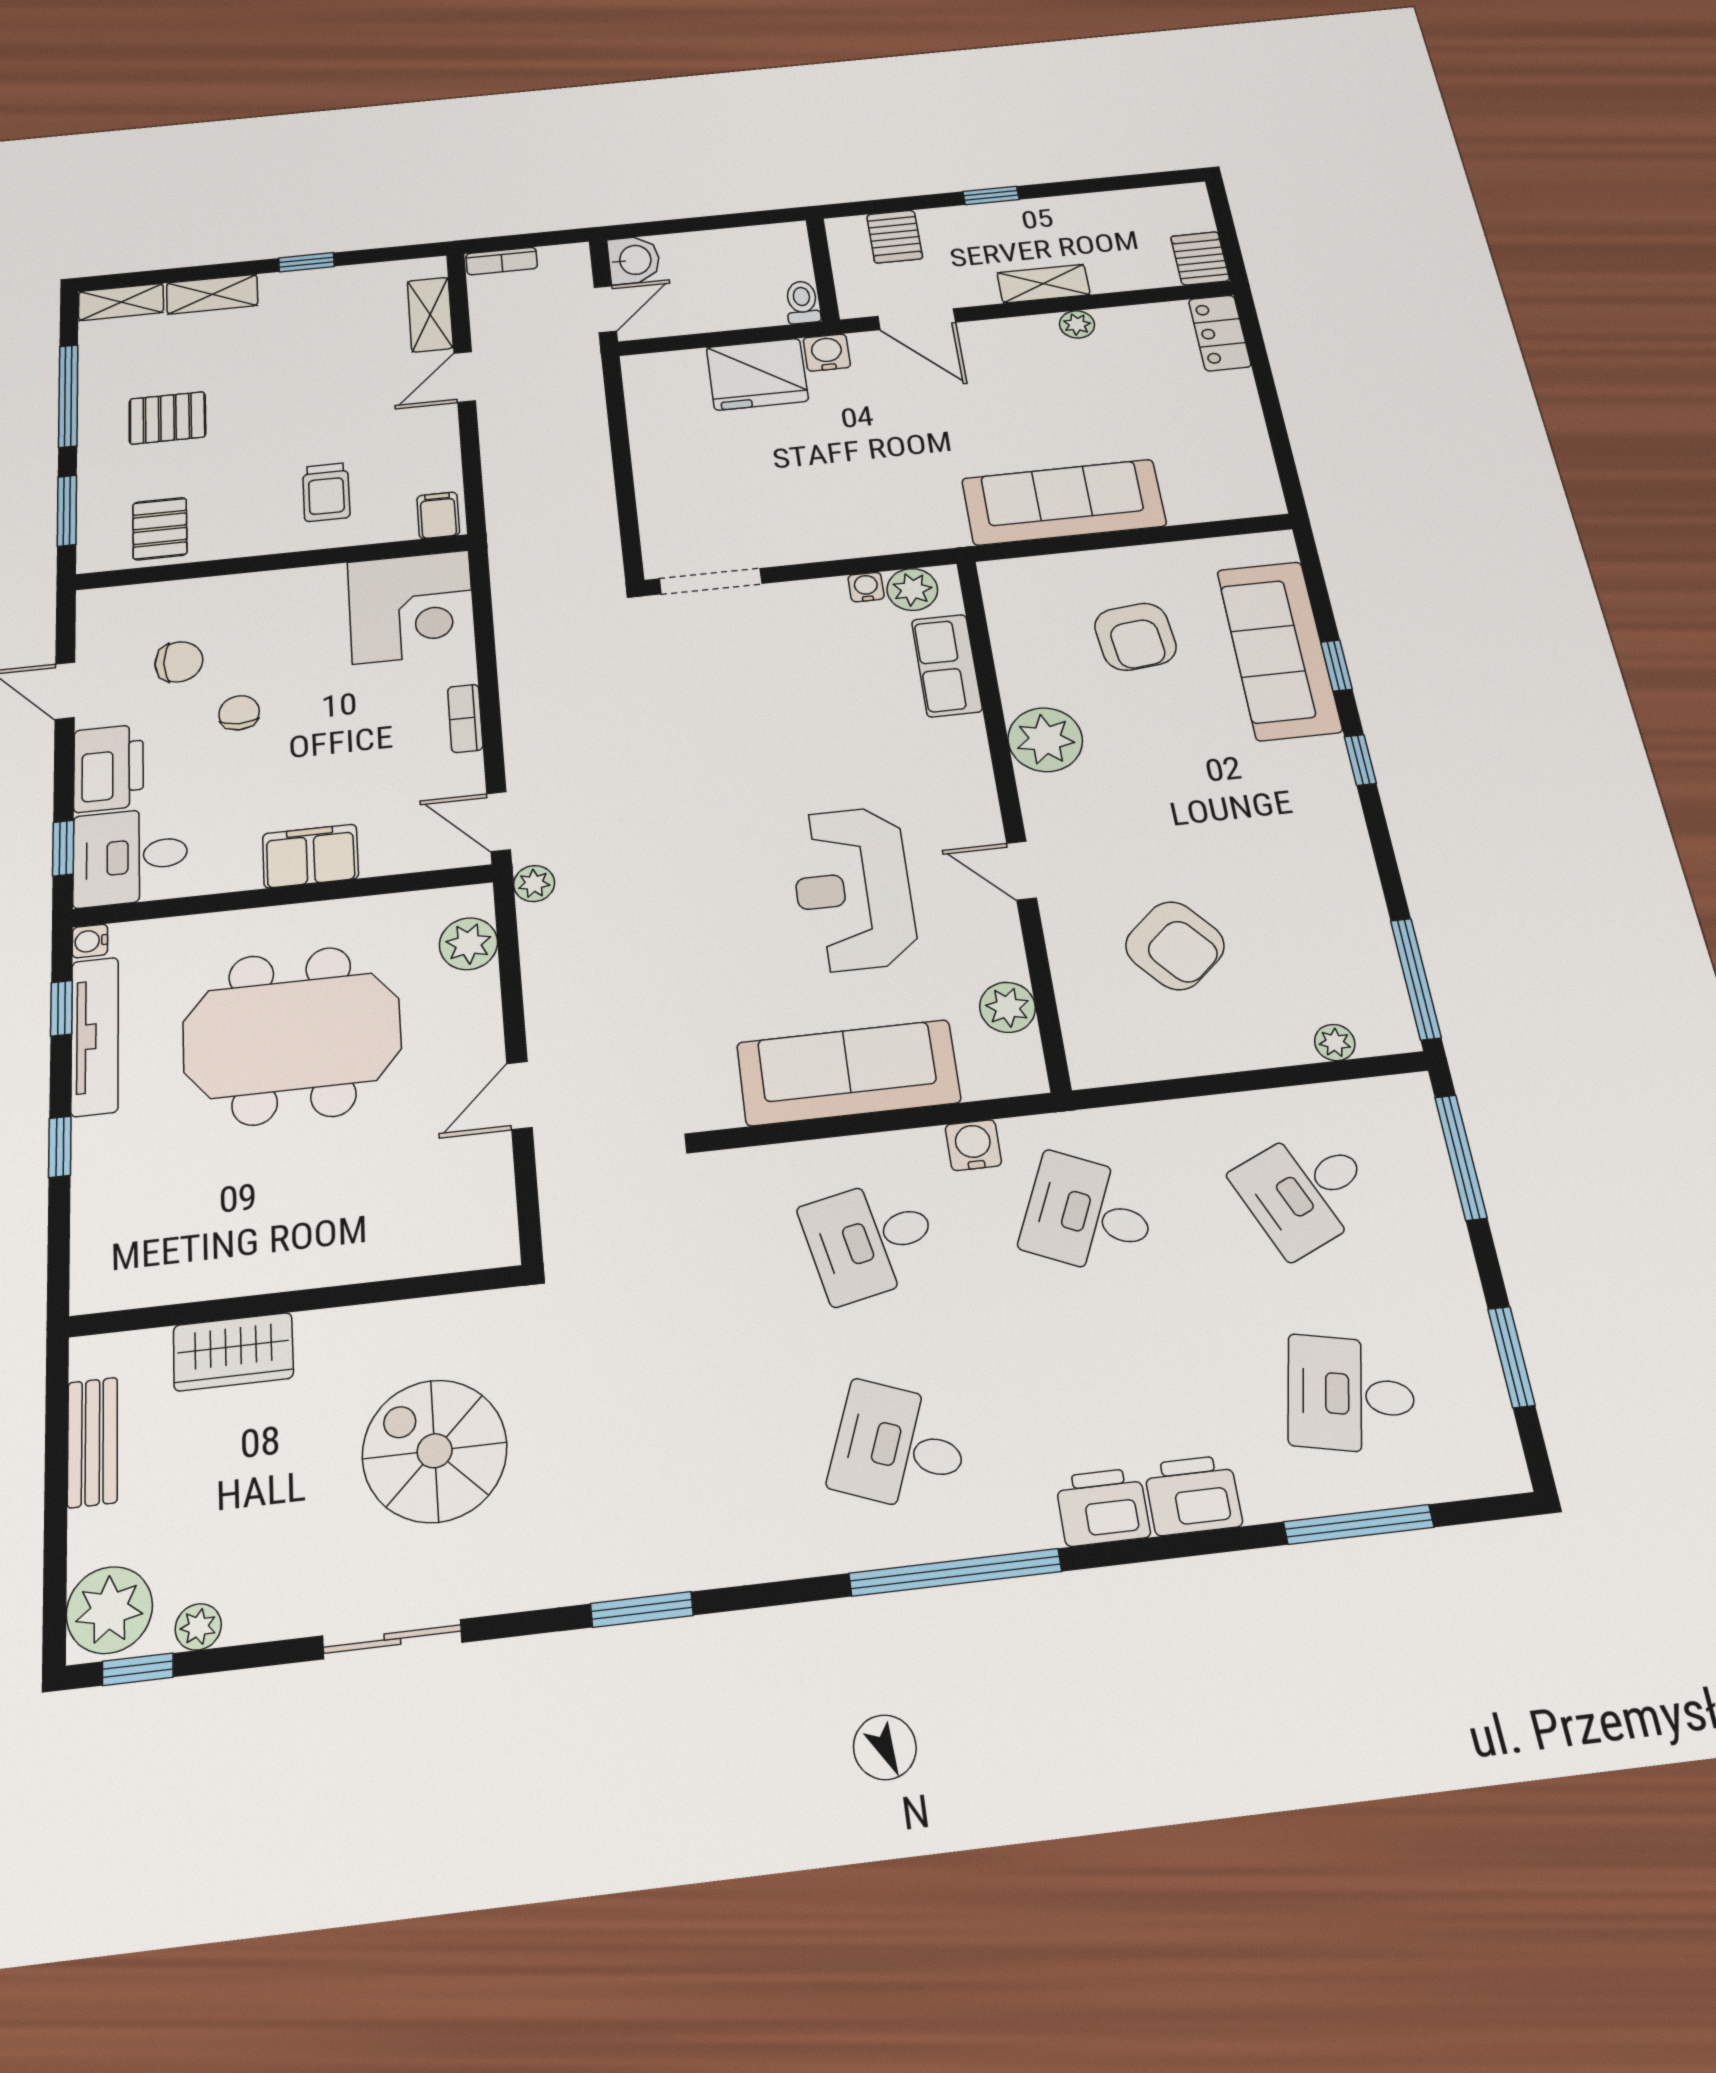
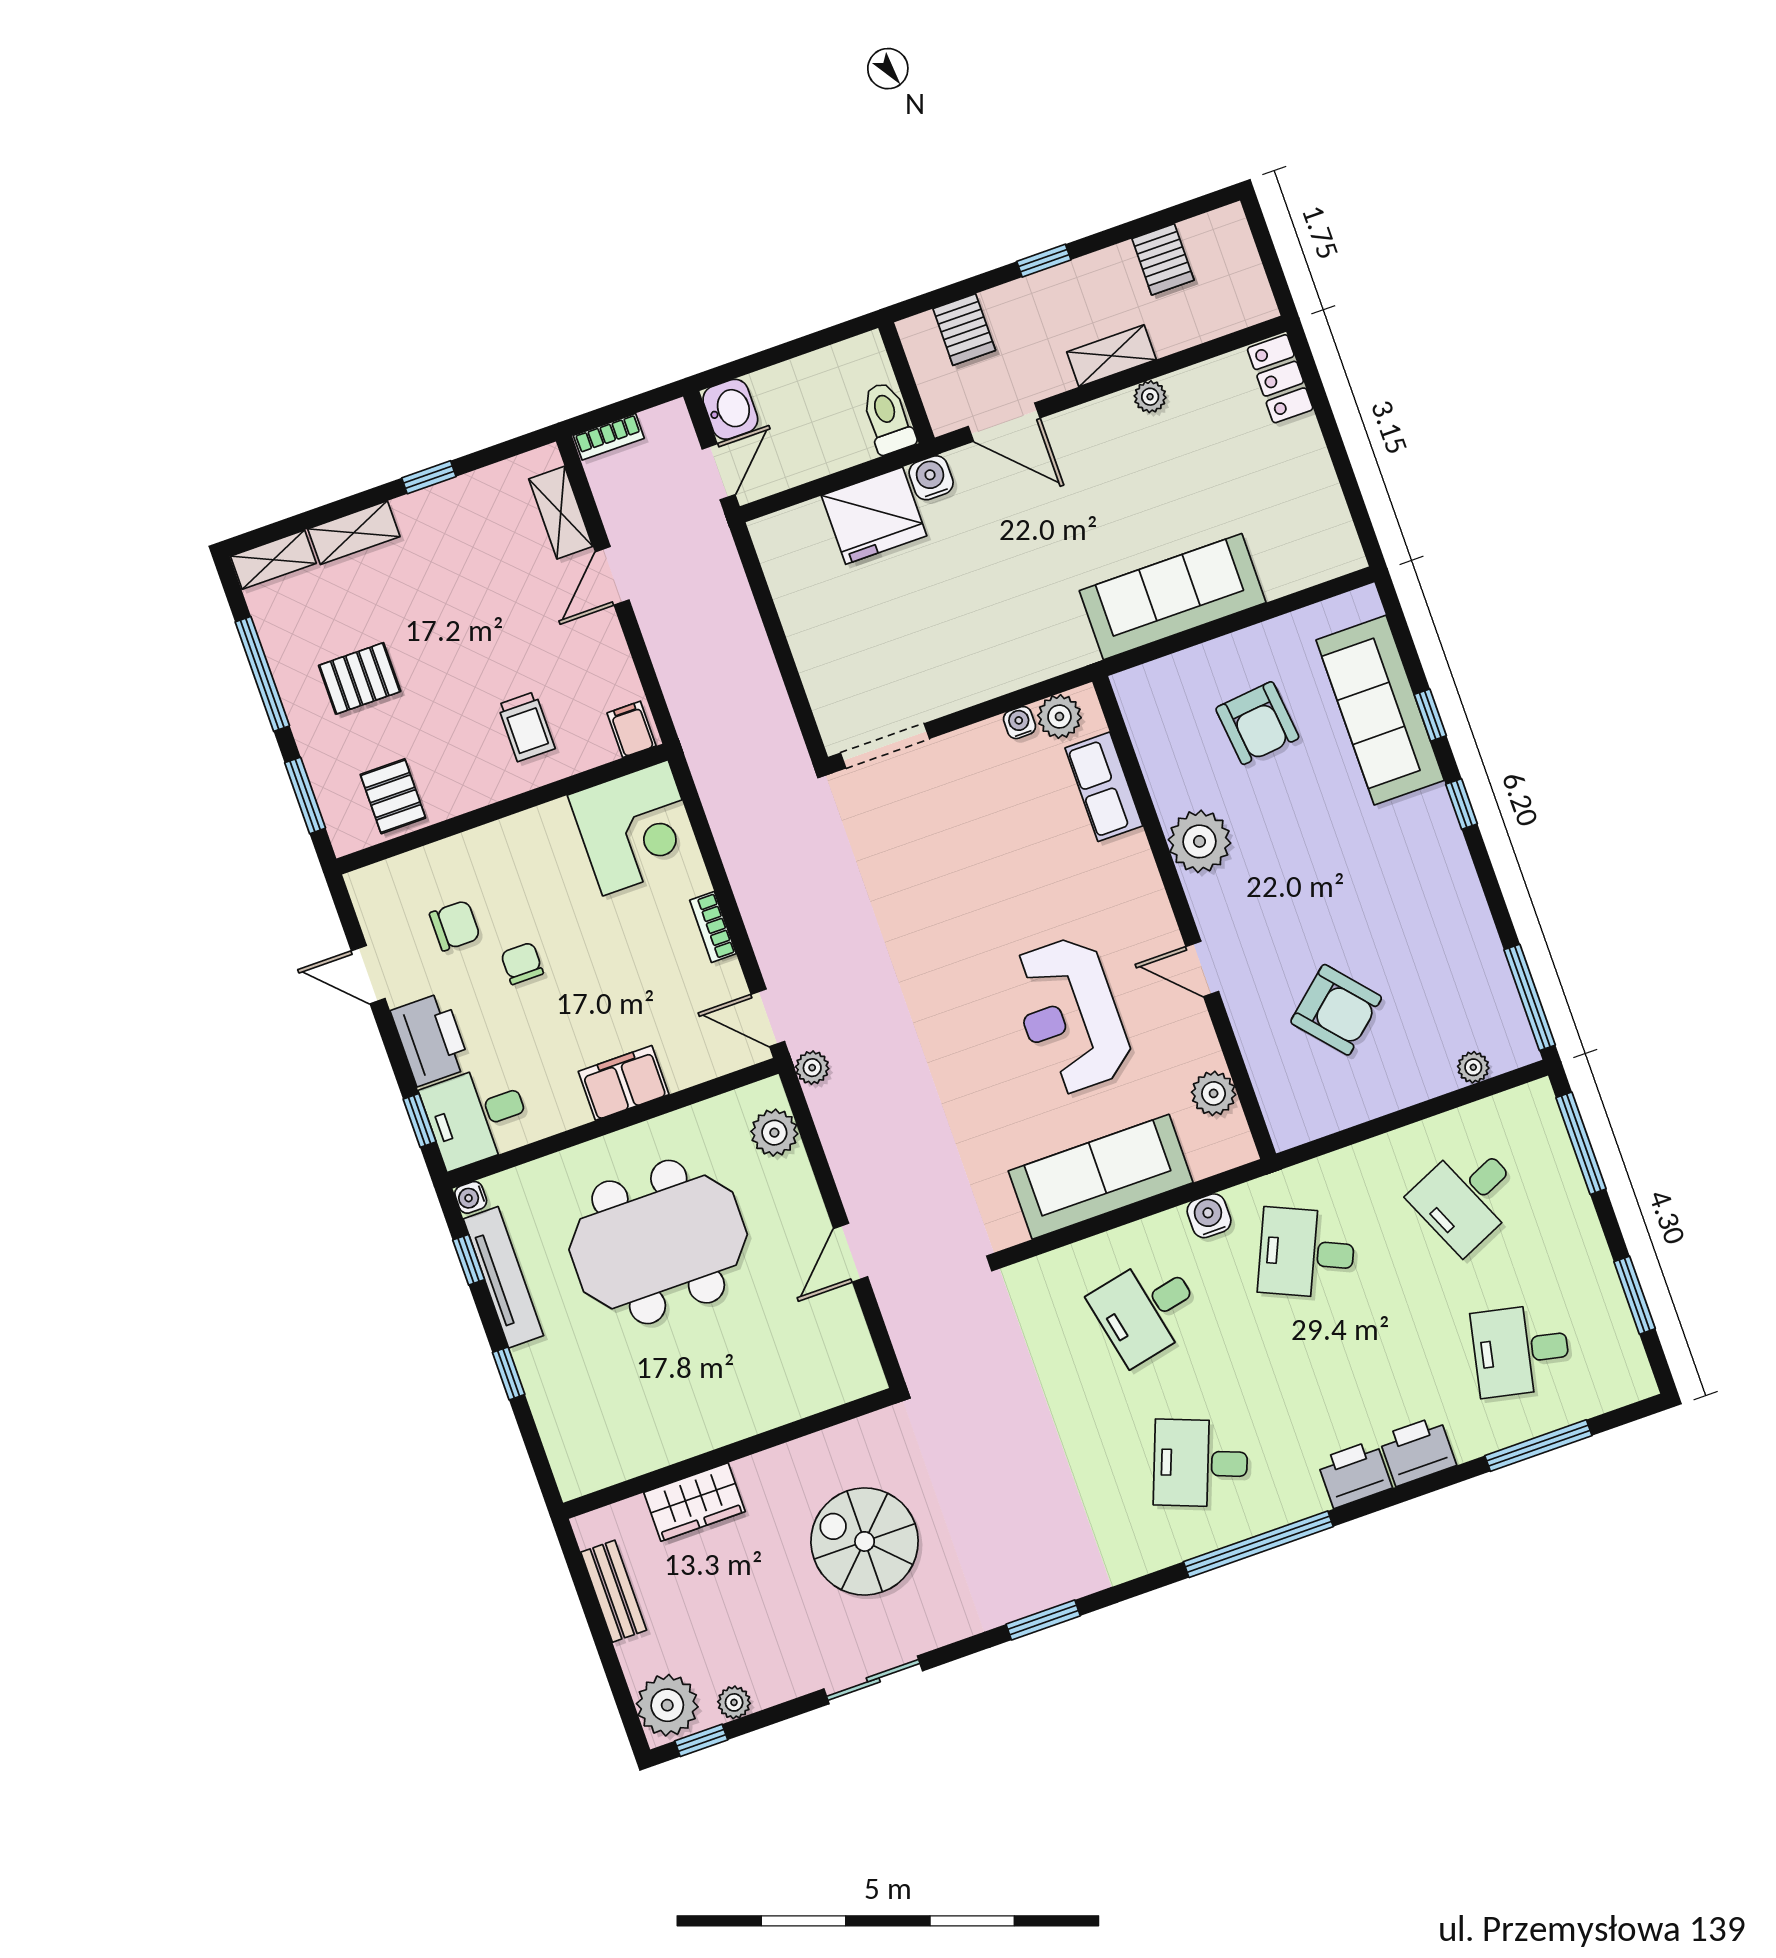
server rack: (1200, 258) -> (1163, 259), moved, turned 180
toilet: (802, 302) -> (888, 418), width x1.37, depth x1.39

